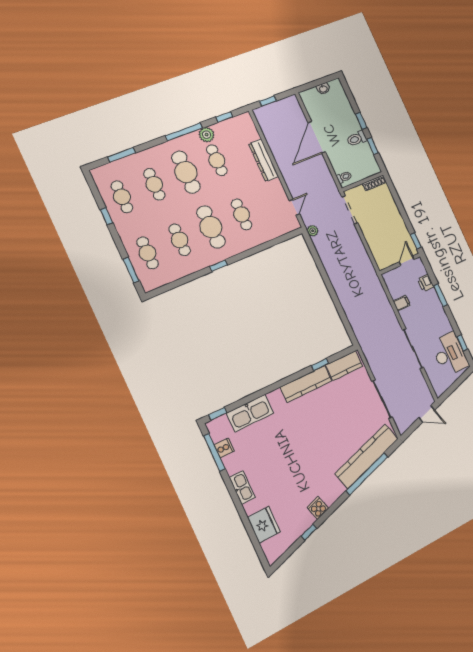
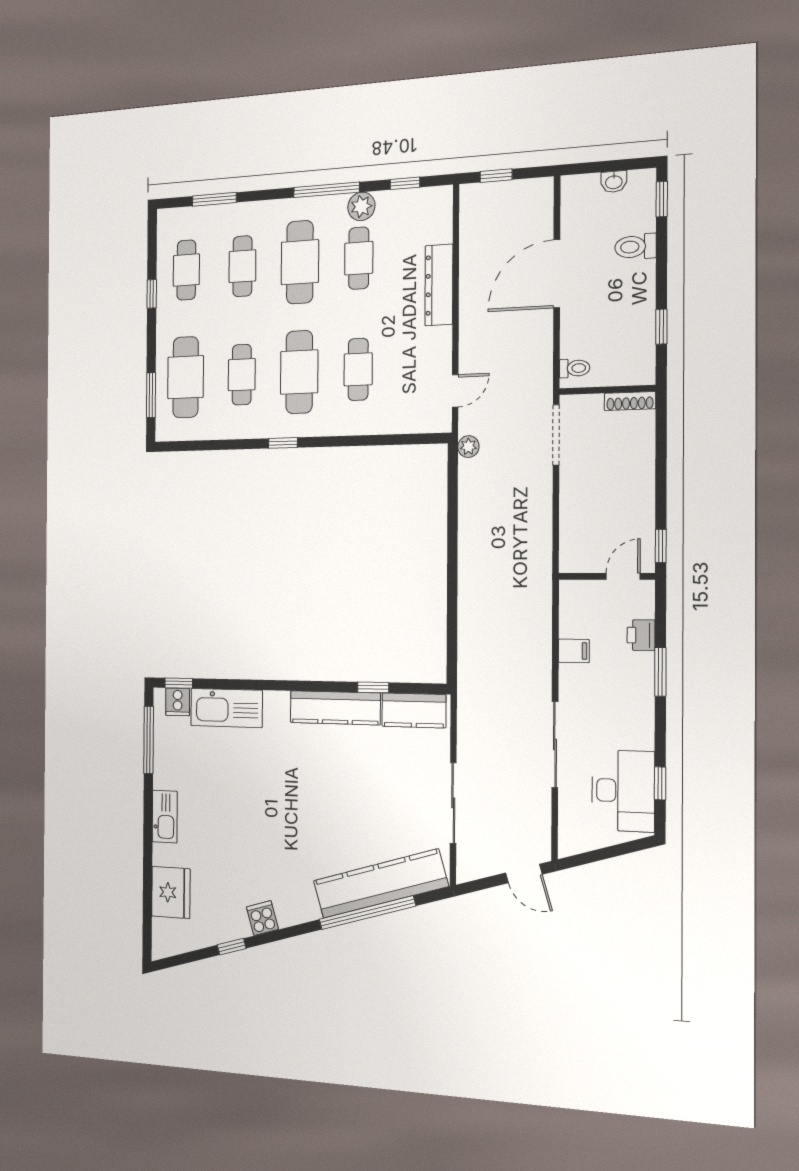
window: (361, 121) -> (662, 199), moved
toilet: (357, 139) -> (635, 247), moved
cafe table: (148, 253) -> (186, 377), width x1.37, depth x1.35
cooker: (224, 448) -> (178, 702), moved, turned 90

